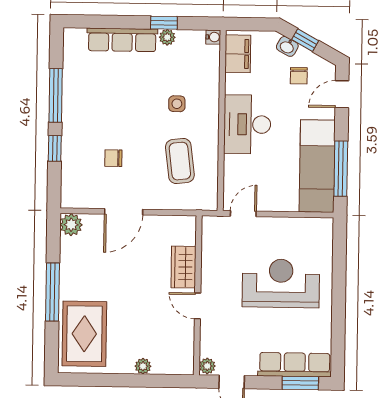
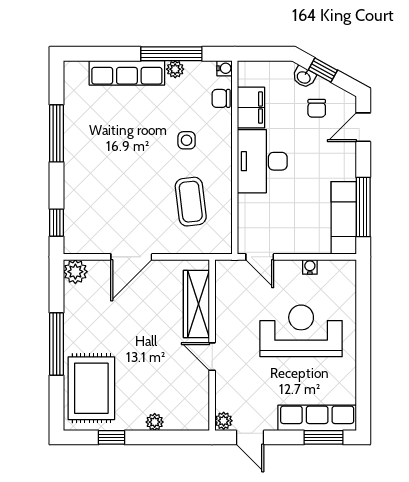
window: (164, 23) -> (171, 54), width x2.17
filing cabinet: (238, 54) -> (251, 108), moved
window: (55, 148) -> (57, 223), moved
chair: (113, 158) -> (221, 98), moved
exam couch: (317, 166) -> (344, 218), width x0.73, depth x0.69
door: (243, 214) -> (260, 257), swing flipped
water cooler: (290, 224) -> (310, 267), added
wardrobe: (183, 267) -> (196, 304), width x1.50
window: (102, 380) -> (112, 437), added

